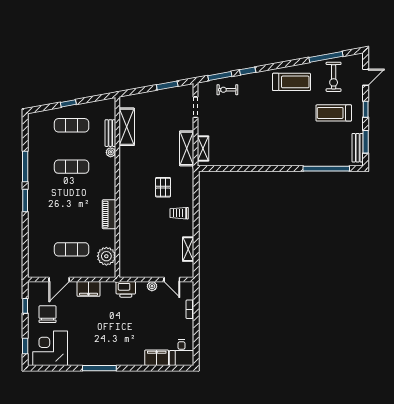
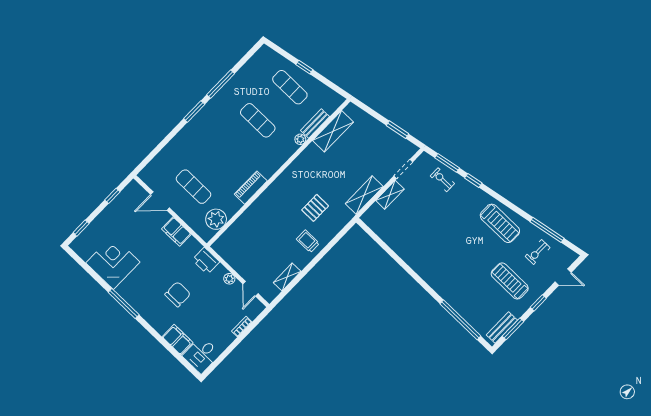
exercise bike: (334, 77) -> (538, 252), width x0.73, depth x0.72
shelving: (203, 148) -> (390, 195), moved
chair: (48, 314) -> (178, 294), moved
corner desk: (50, 348) -> (113, 262), moved

